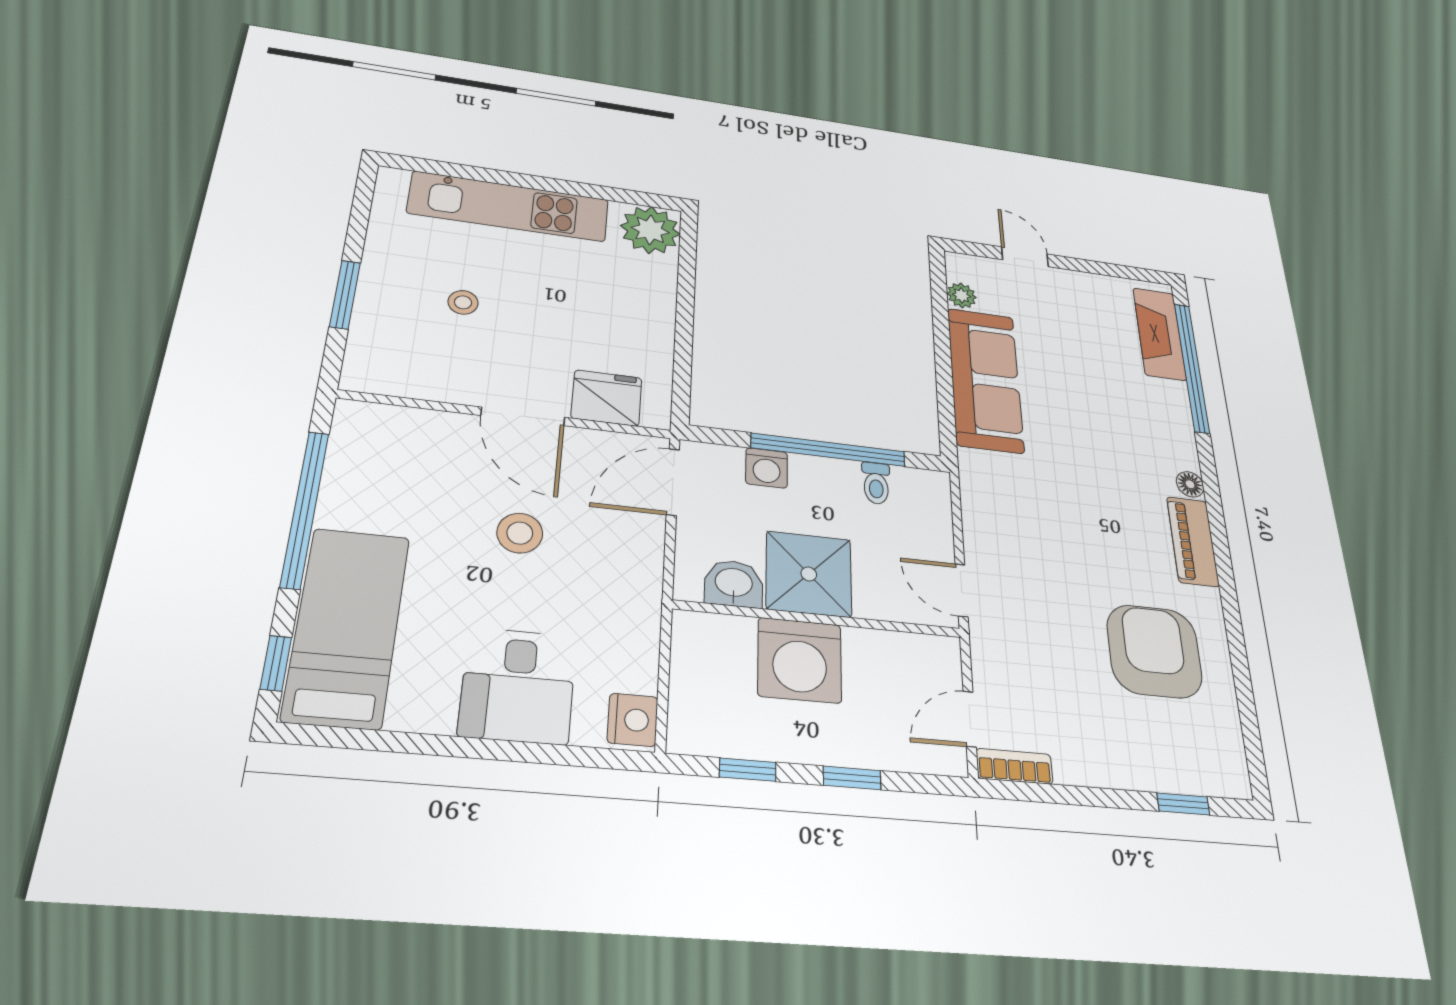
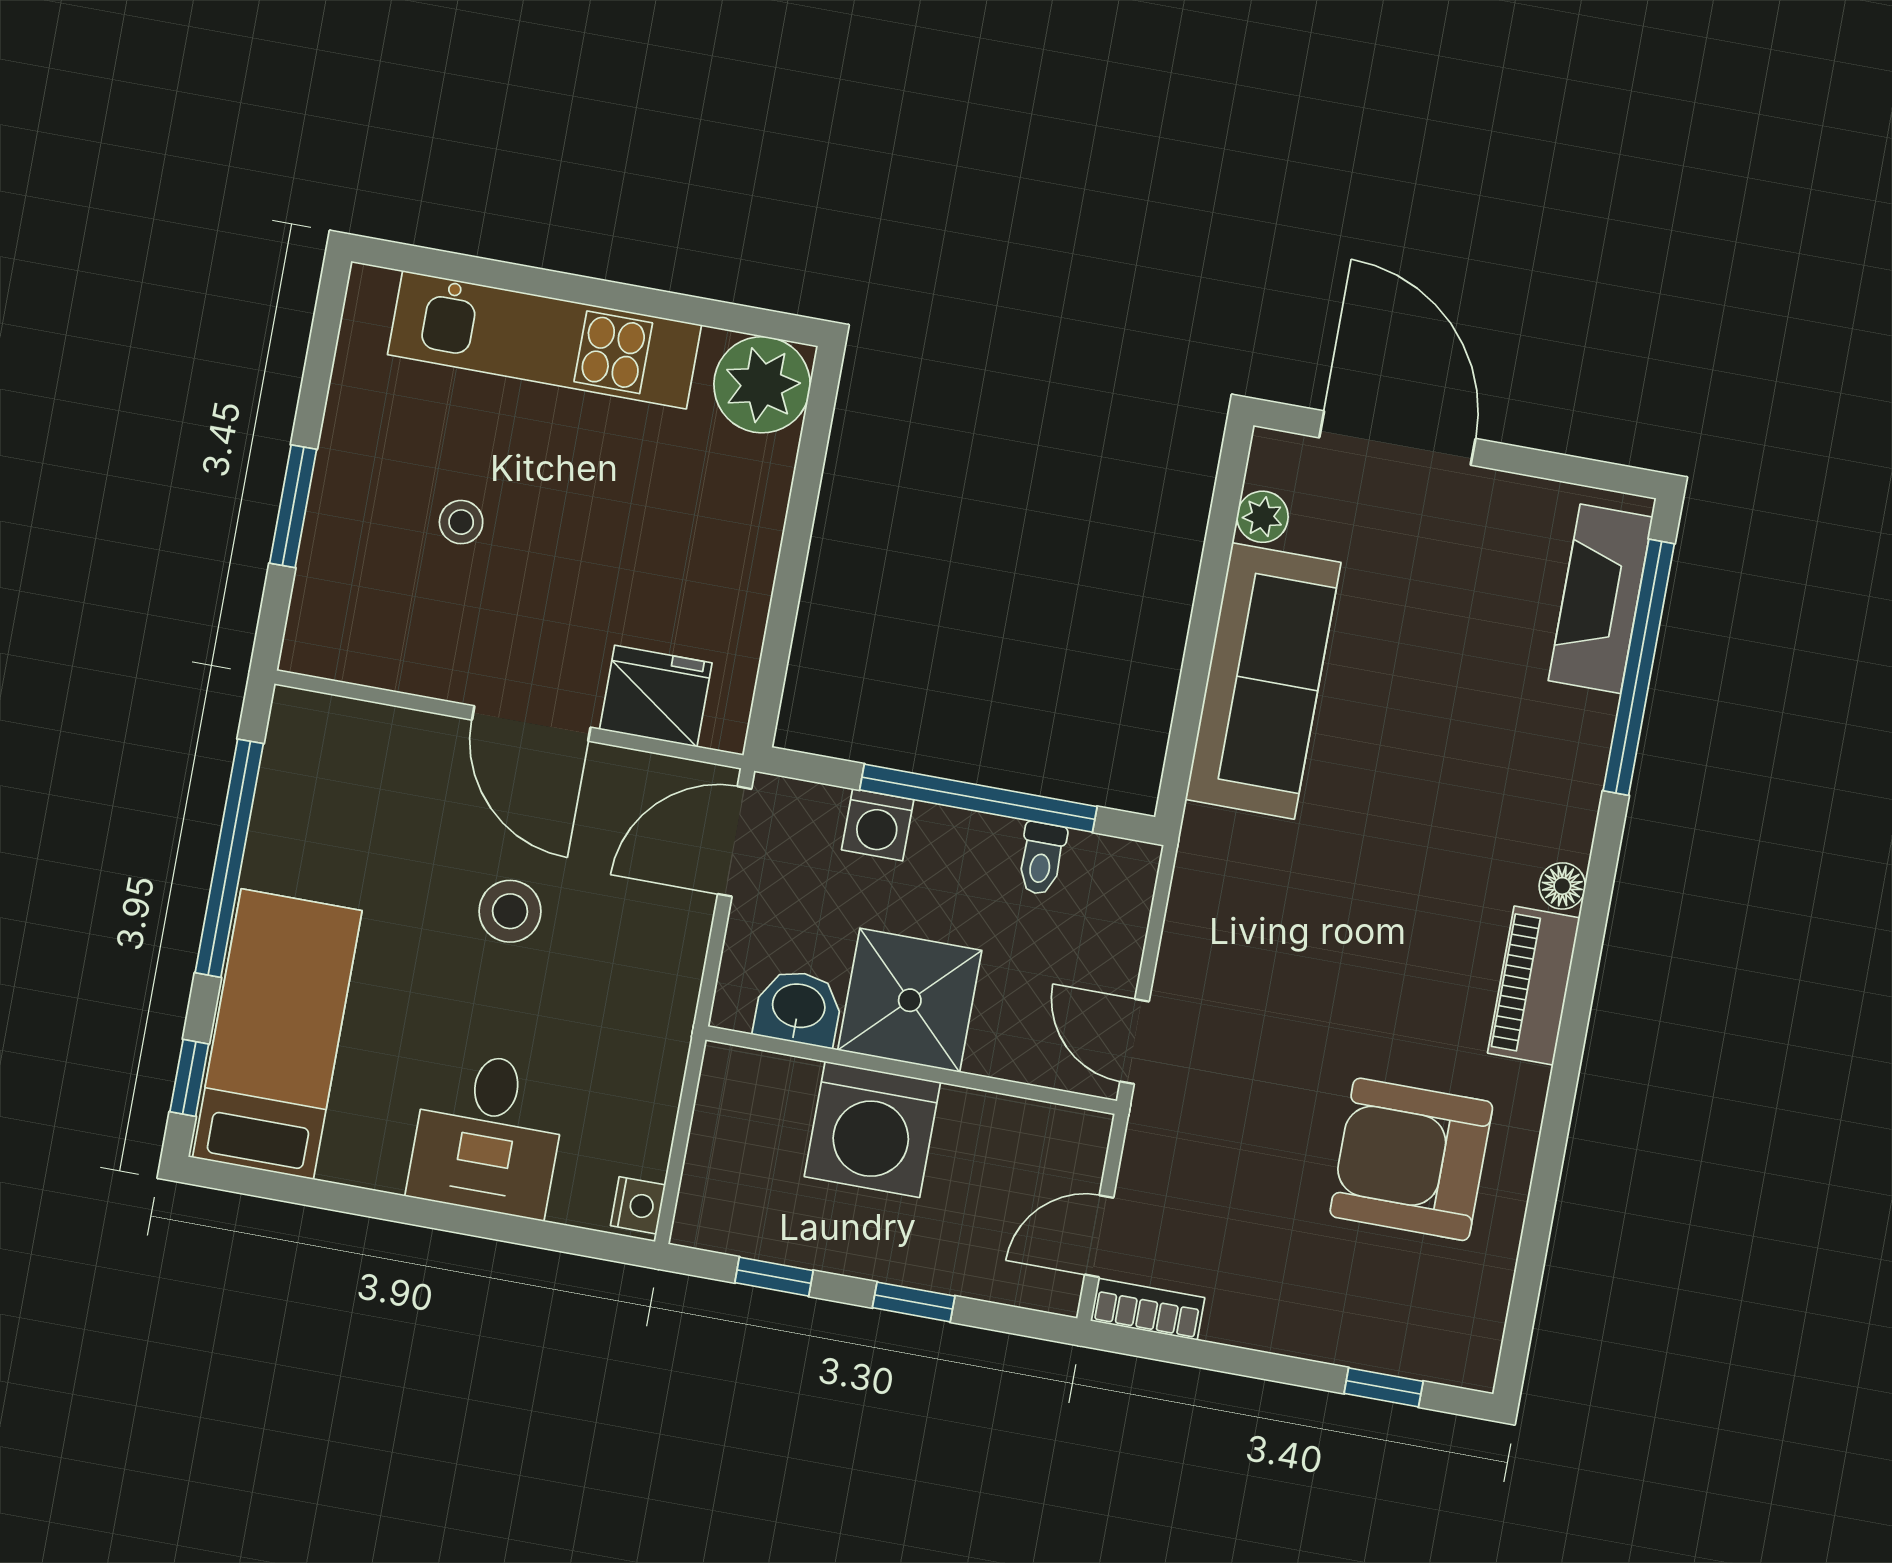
door: (1025, 257) -> (1397, 438), width x1.88
armchair: (1154, 651) -> (1411, 1159), turned -90
nightstand: (633, 720) -> (638, 1205), width x0.72, depth x0.74

